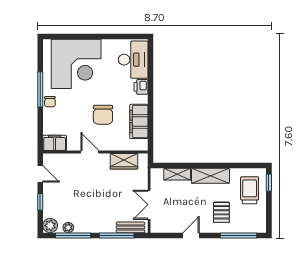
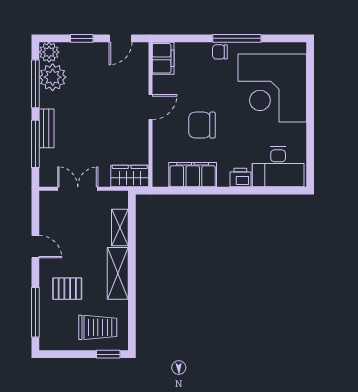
wardrobe: (124, 161) -> (130, 176), moved, turned 90
bench: (130, 227) -> (46, 128), moved
plant: (68, 228) -> (53, 77), width x1.87, depth x1.87

